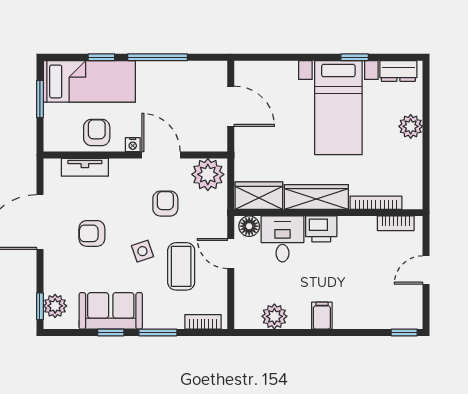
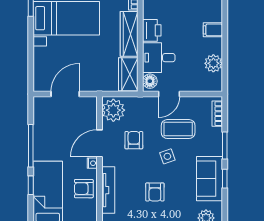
tv unit: (85, 167) -> (108, 190), width x1.41
armchair: (165, 204) -> (134, 140), turned 90

